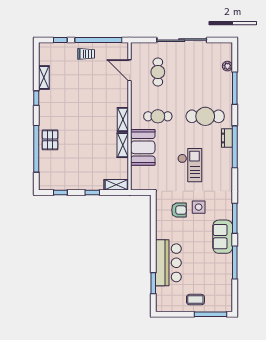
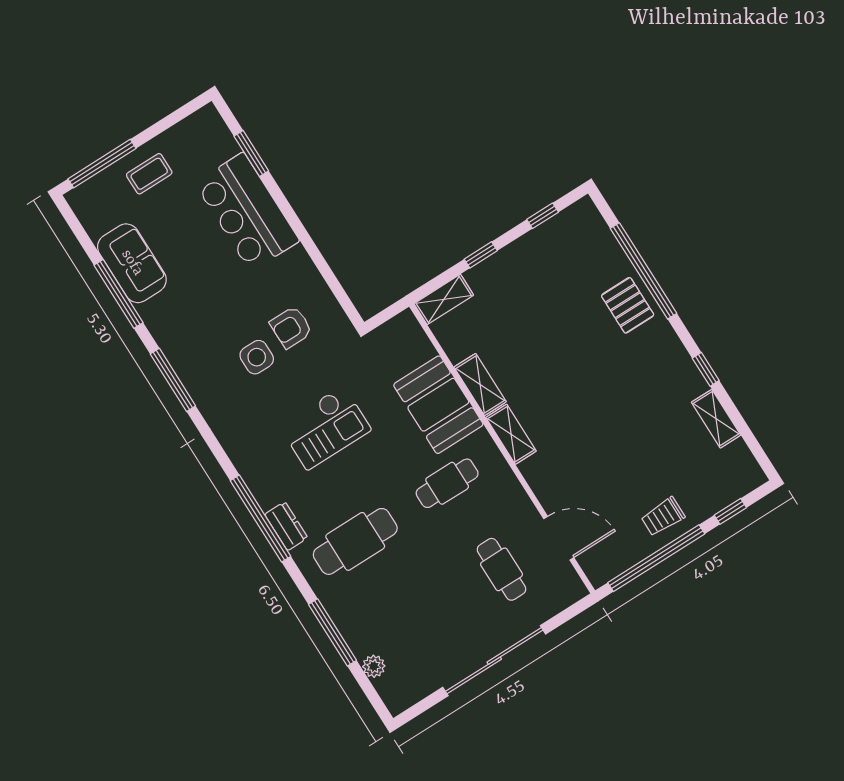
checkout: (190, 165) -> (325, 428), turned -90
sofa: (223, 237) -> (132, 263), moved

